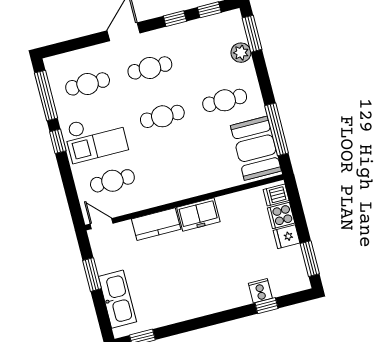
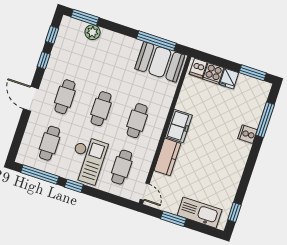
cafe table: (225, 100) -> (137, 121), moved
door: (102, 224) -> (145, 192), swing flipped
cooker: (260, 291) -> (248, 134), moved
window: (267, 306) -> (265, 120), width x2.17

